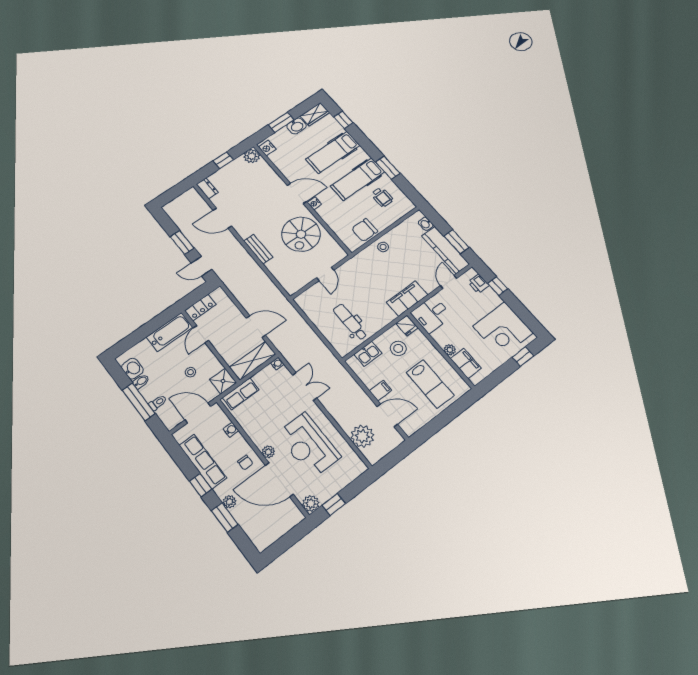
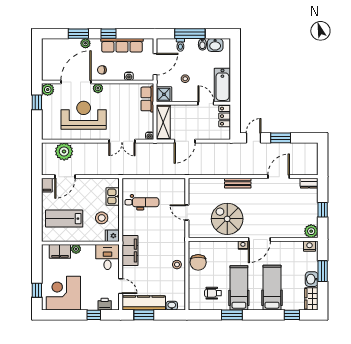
chair: (365, 230) -> (198, 262), turned 180
filing cabinet: (380, 391) -> (47, 185), moved

